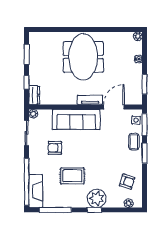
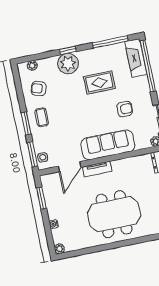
meeting table: (83, 57) -> (114, 214), turned 90
coffee table: (134, 142) -> (42, 117), moved

